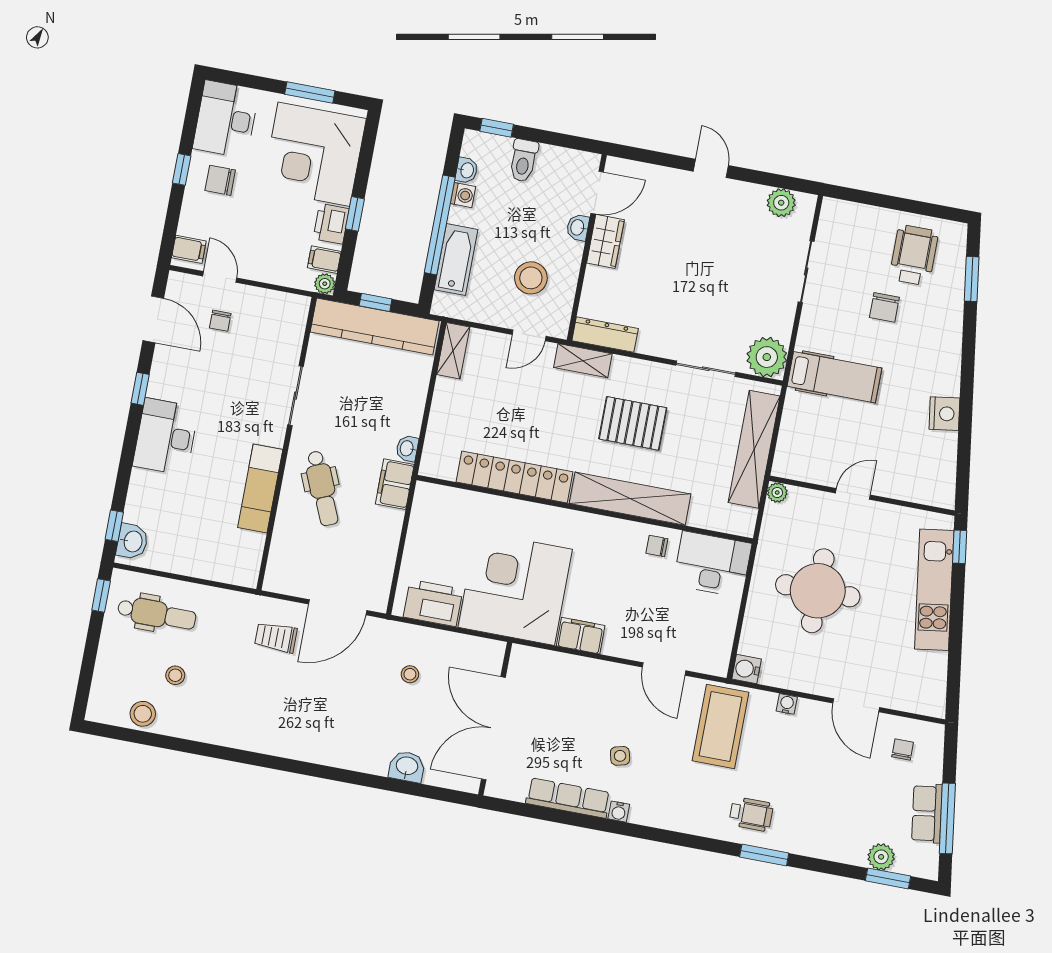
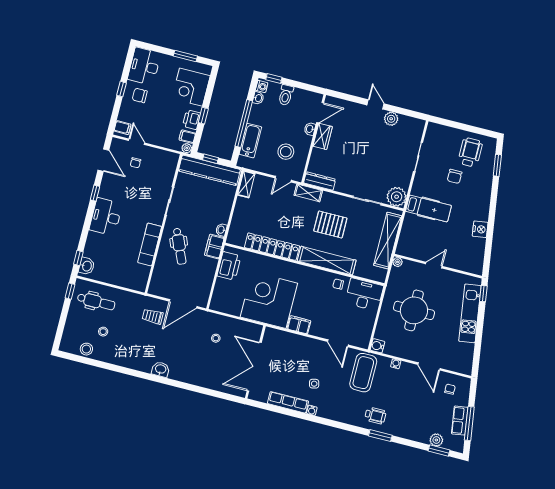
corner desk: (314, 154) -> (191, 87), width x0.74, depth x0.74
washing machine: (463, 195) -> (262, 87), moved
plant: (781, 203) -> (391, 119), moved
printer: (433, 603) -> (229, 266), moved, turned 90
washbasin: (407, 767) -> (161, 369), moved

